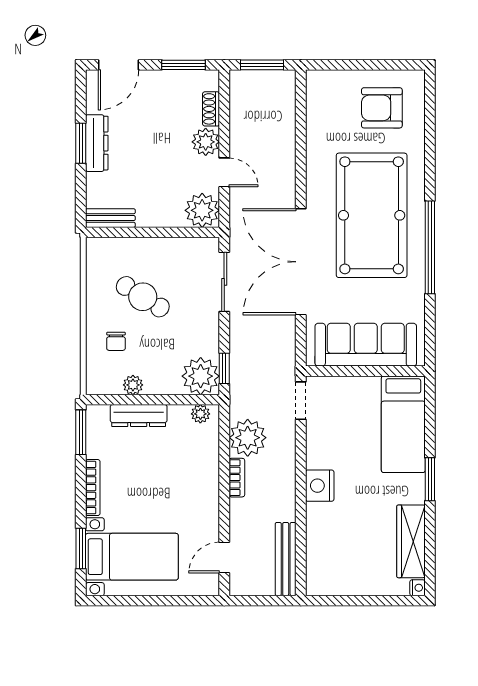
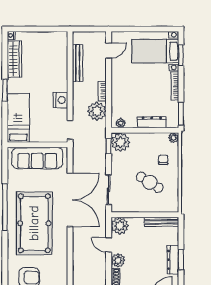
bench: (110, 218) -> (161, 222), width x1.36
plant: (133, 385) -> (174, 138), moved
nightstand: (320, 486) -> (60, 100), moved
bench: (286, 559) -> (78, 63), moved

